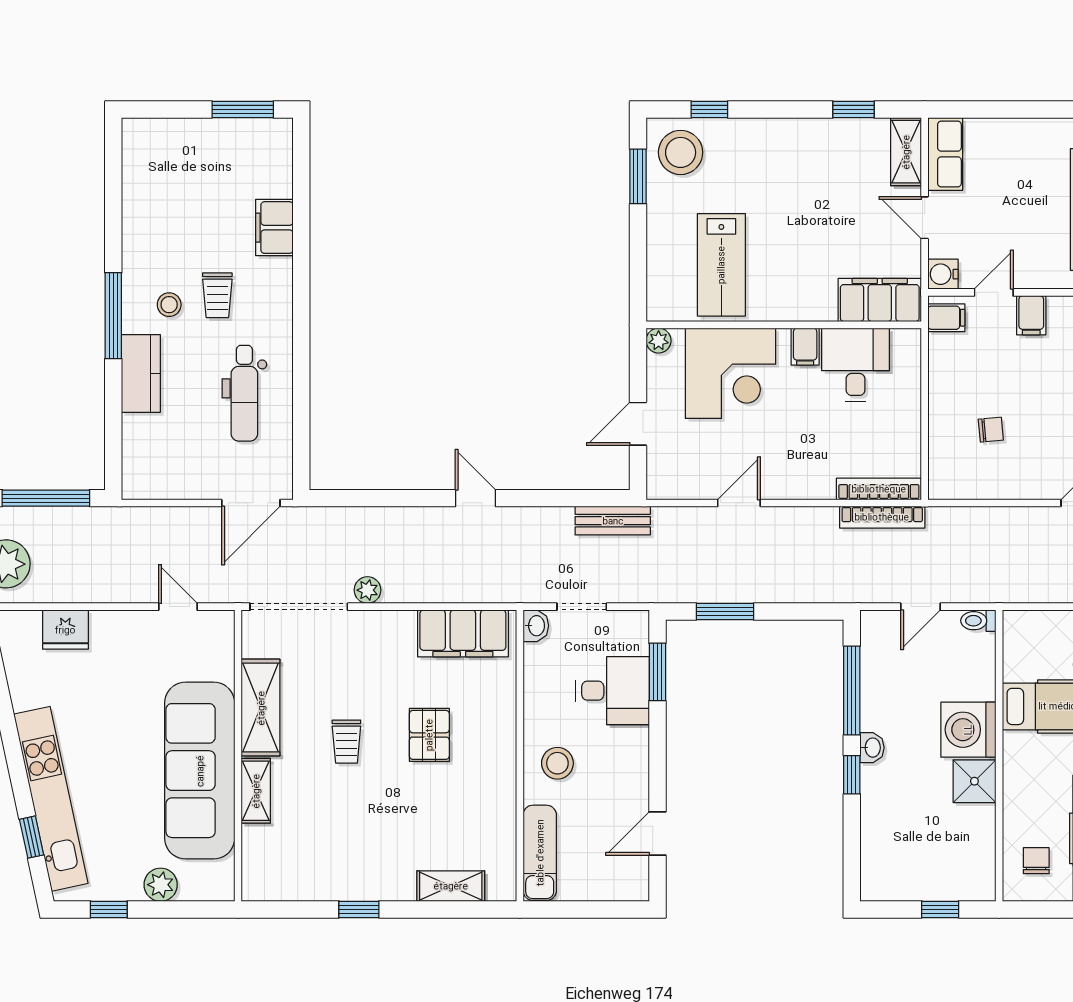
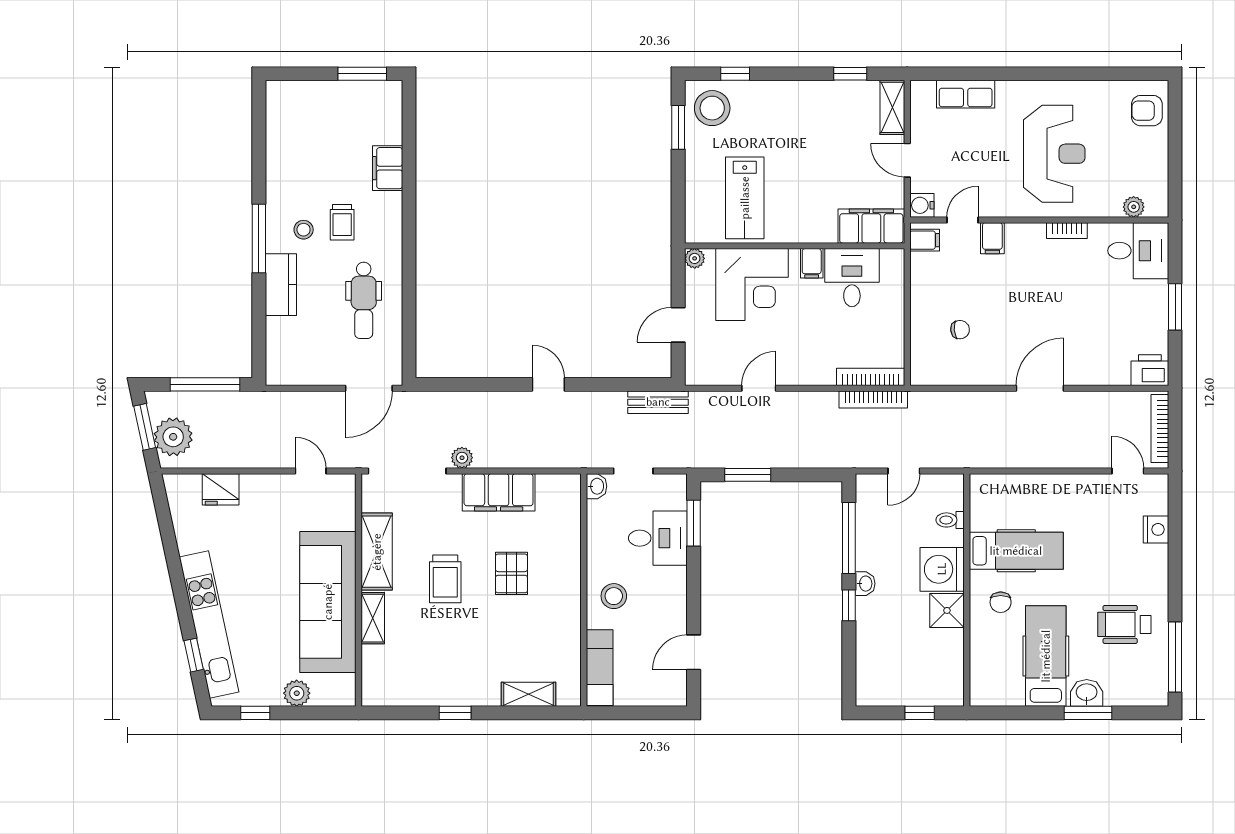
row of seats: (945, 154) -> (966, 94), moved, turned 90
toilet: (978, 621) -> (950, 520), moved
filing cabinet: (463, 633) -> (499, 492), moved
trolley: (346, 742) -> (445, 579), width x1.36, depth x1.39
chair: (1036, 861) -> (1001, 602), moved, turned 180

